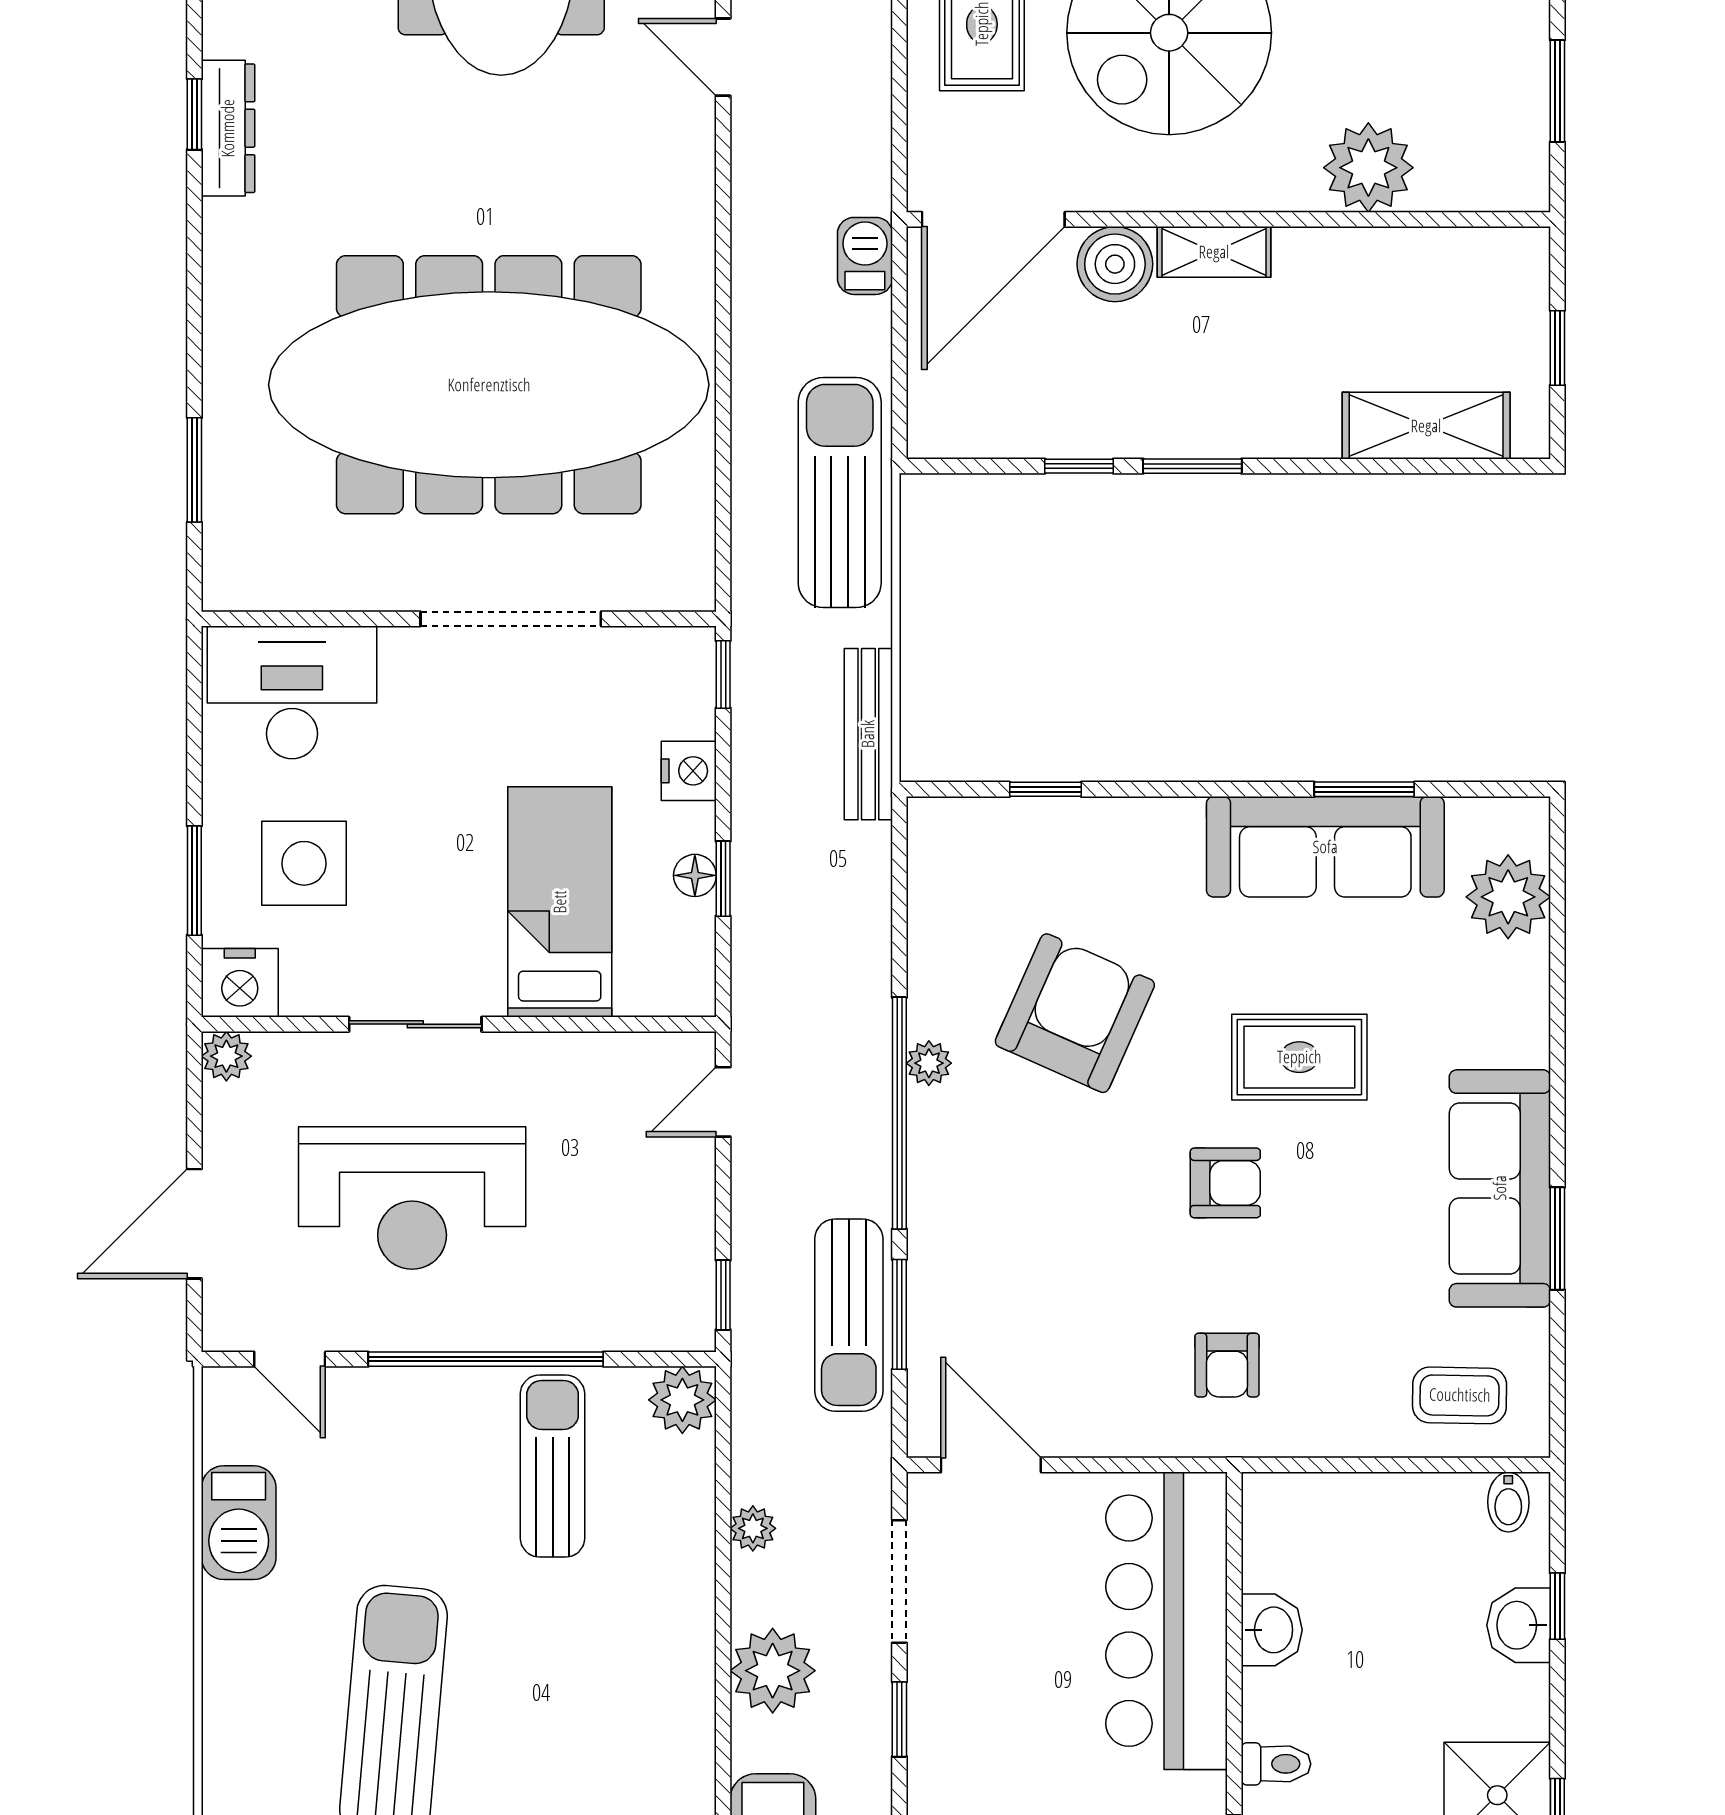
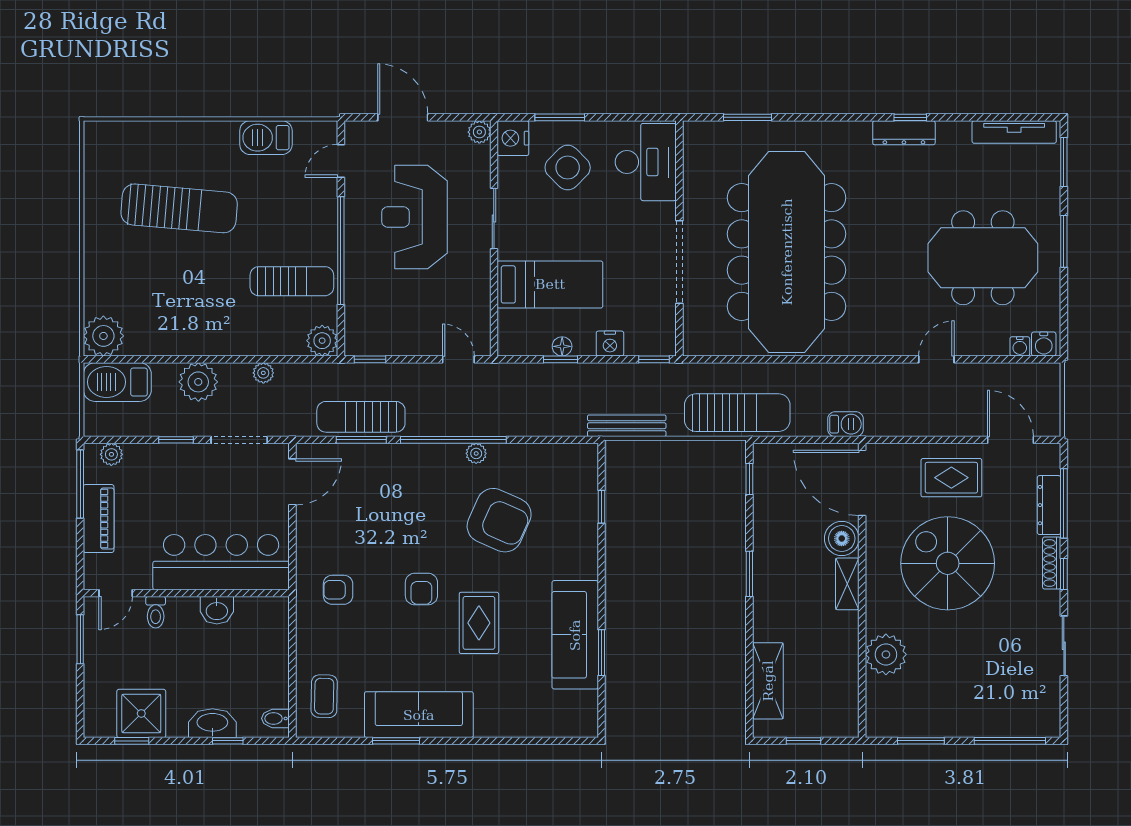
window: (1079, 466) -> (749, 479), moved
side table: (304, 863) -> (568, 168), turned 45
plant: (1508, 897) -> (552, 718), removed
washbasin: (1519, 1625) -> (212, 723), width x1.38

